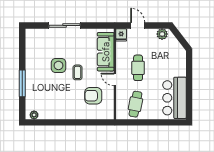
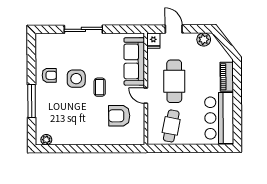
armchair: (37, 63) -> (49, 75), added
piano: (181, 64) -> (227, 77), added
cafe table: (138, 68) -> (174, 81), width x1.37, depth x1.35

